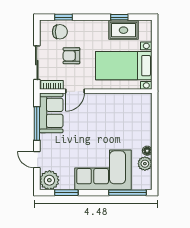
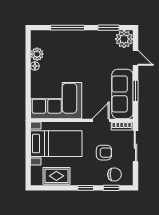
window: (119, 17) -> (86, 188), moved
chair: (60, 32) -> (114, 174), turned 180
sofa: (51, 113) -> (122, 94), width x1.36
window: (37, 123) -> (135, 91), width x0.69
corner sofa: (103, 170) -> (56, 101), moved, turned 180
window: (127, 193) -> (67, 28), moved

